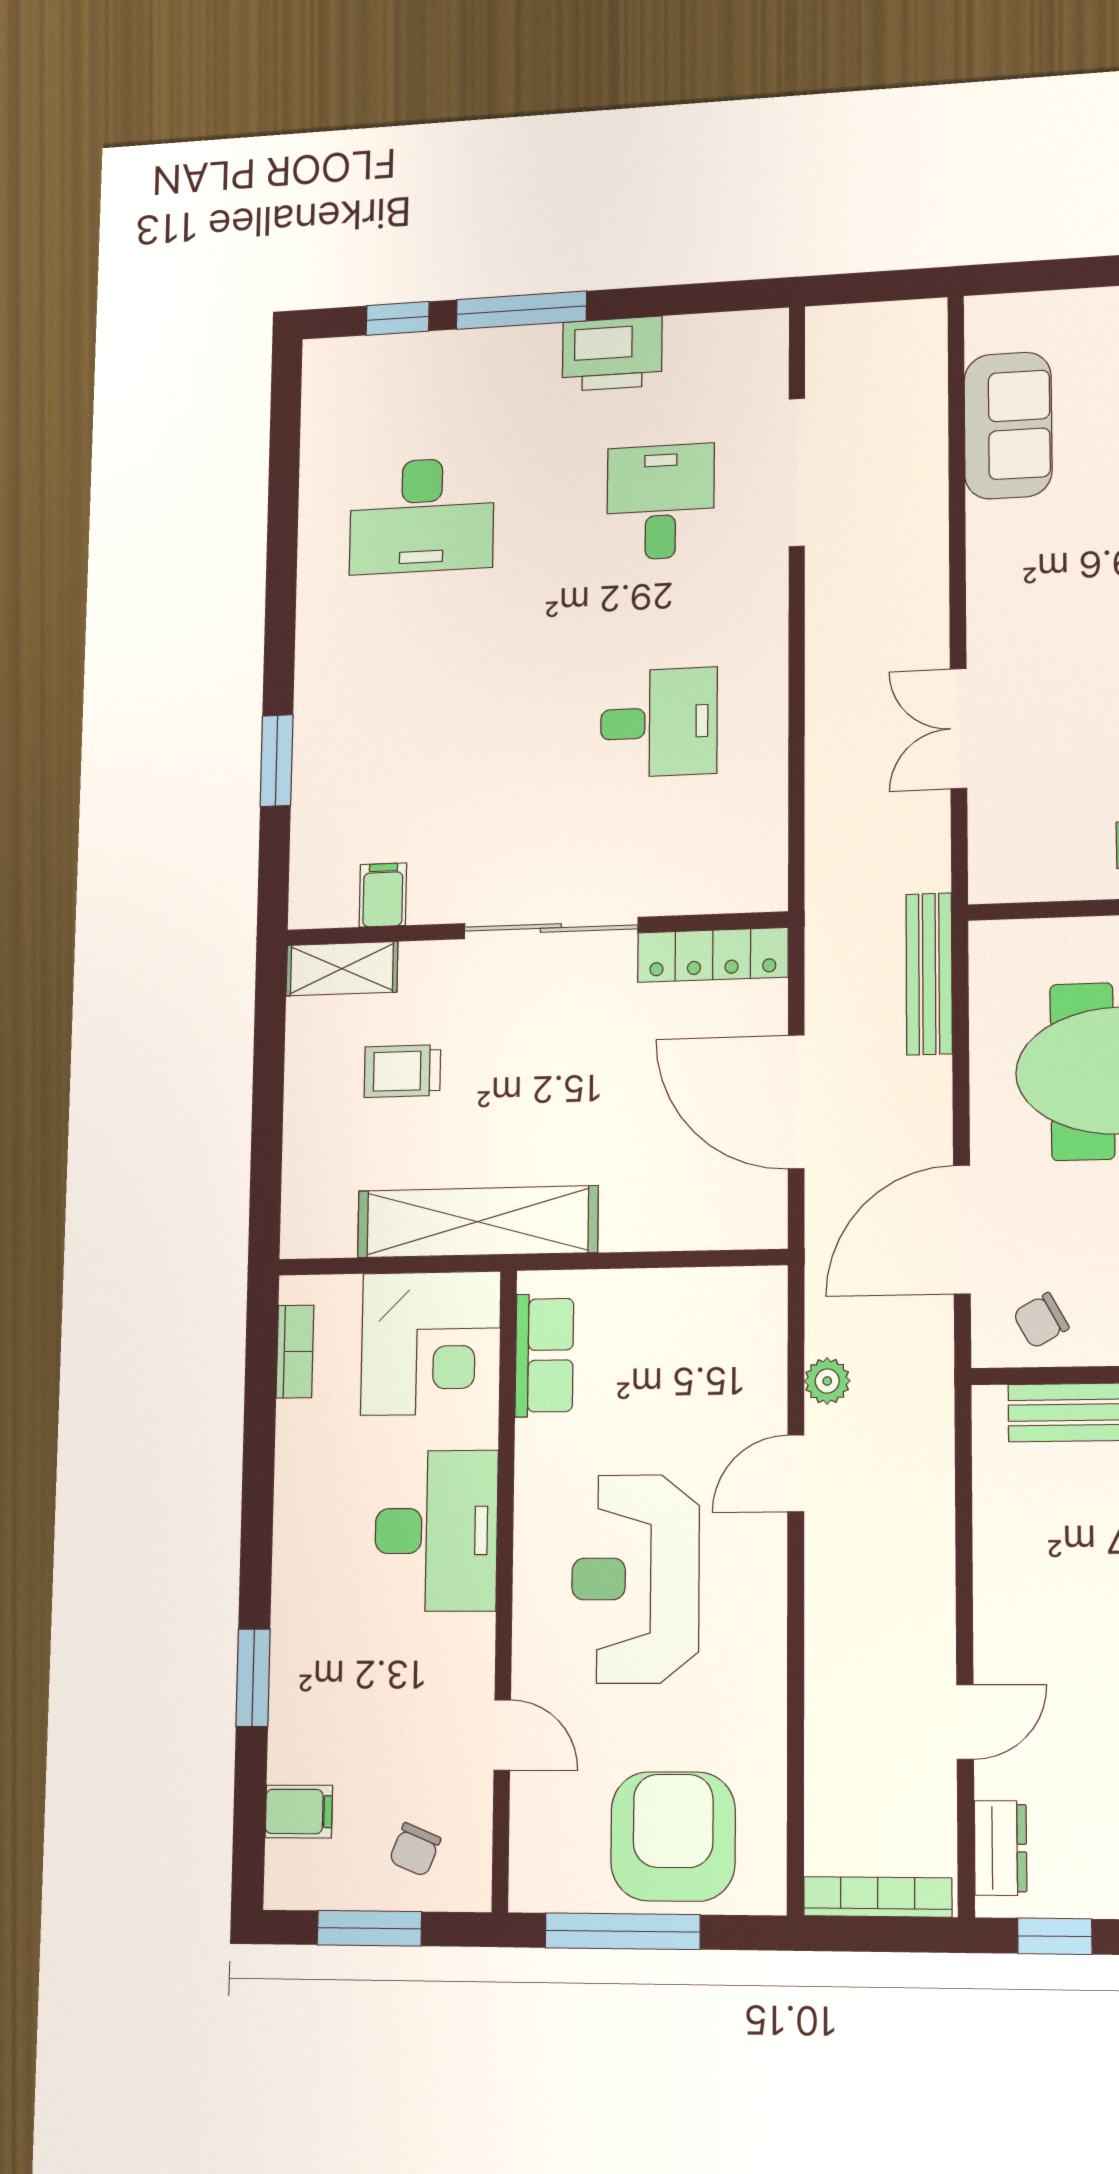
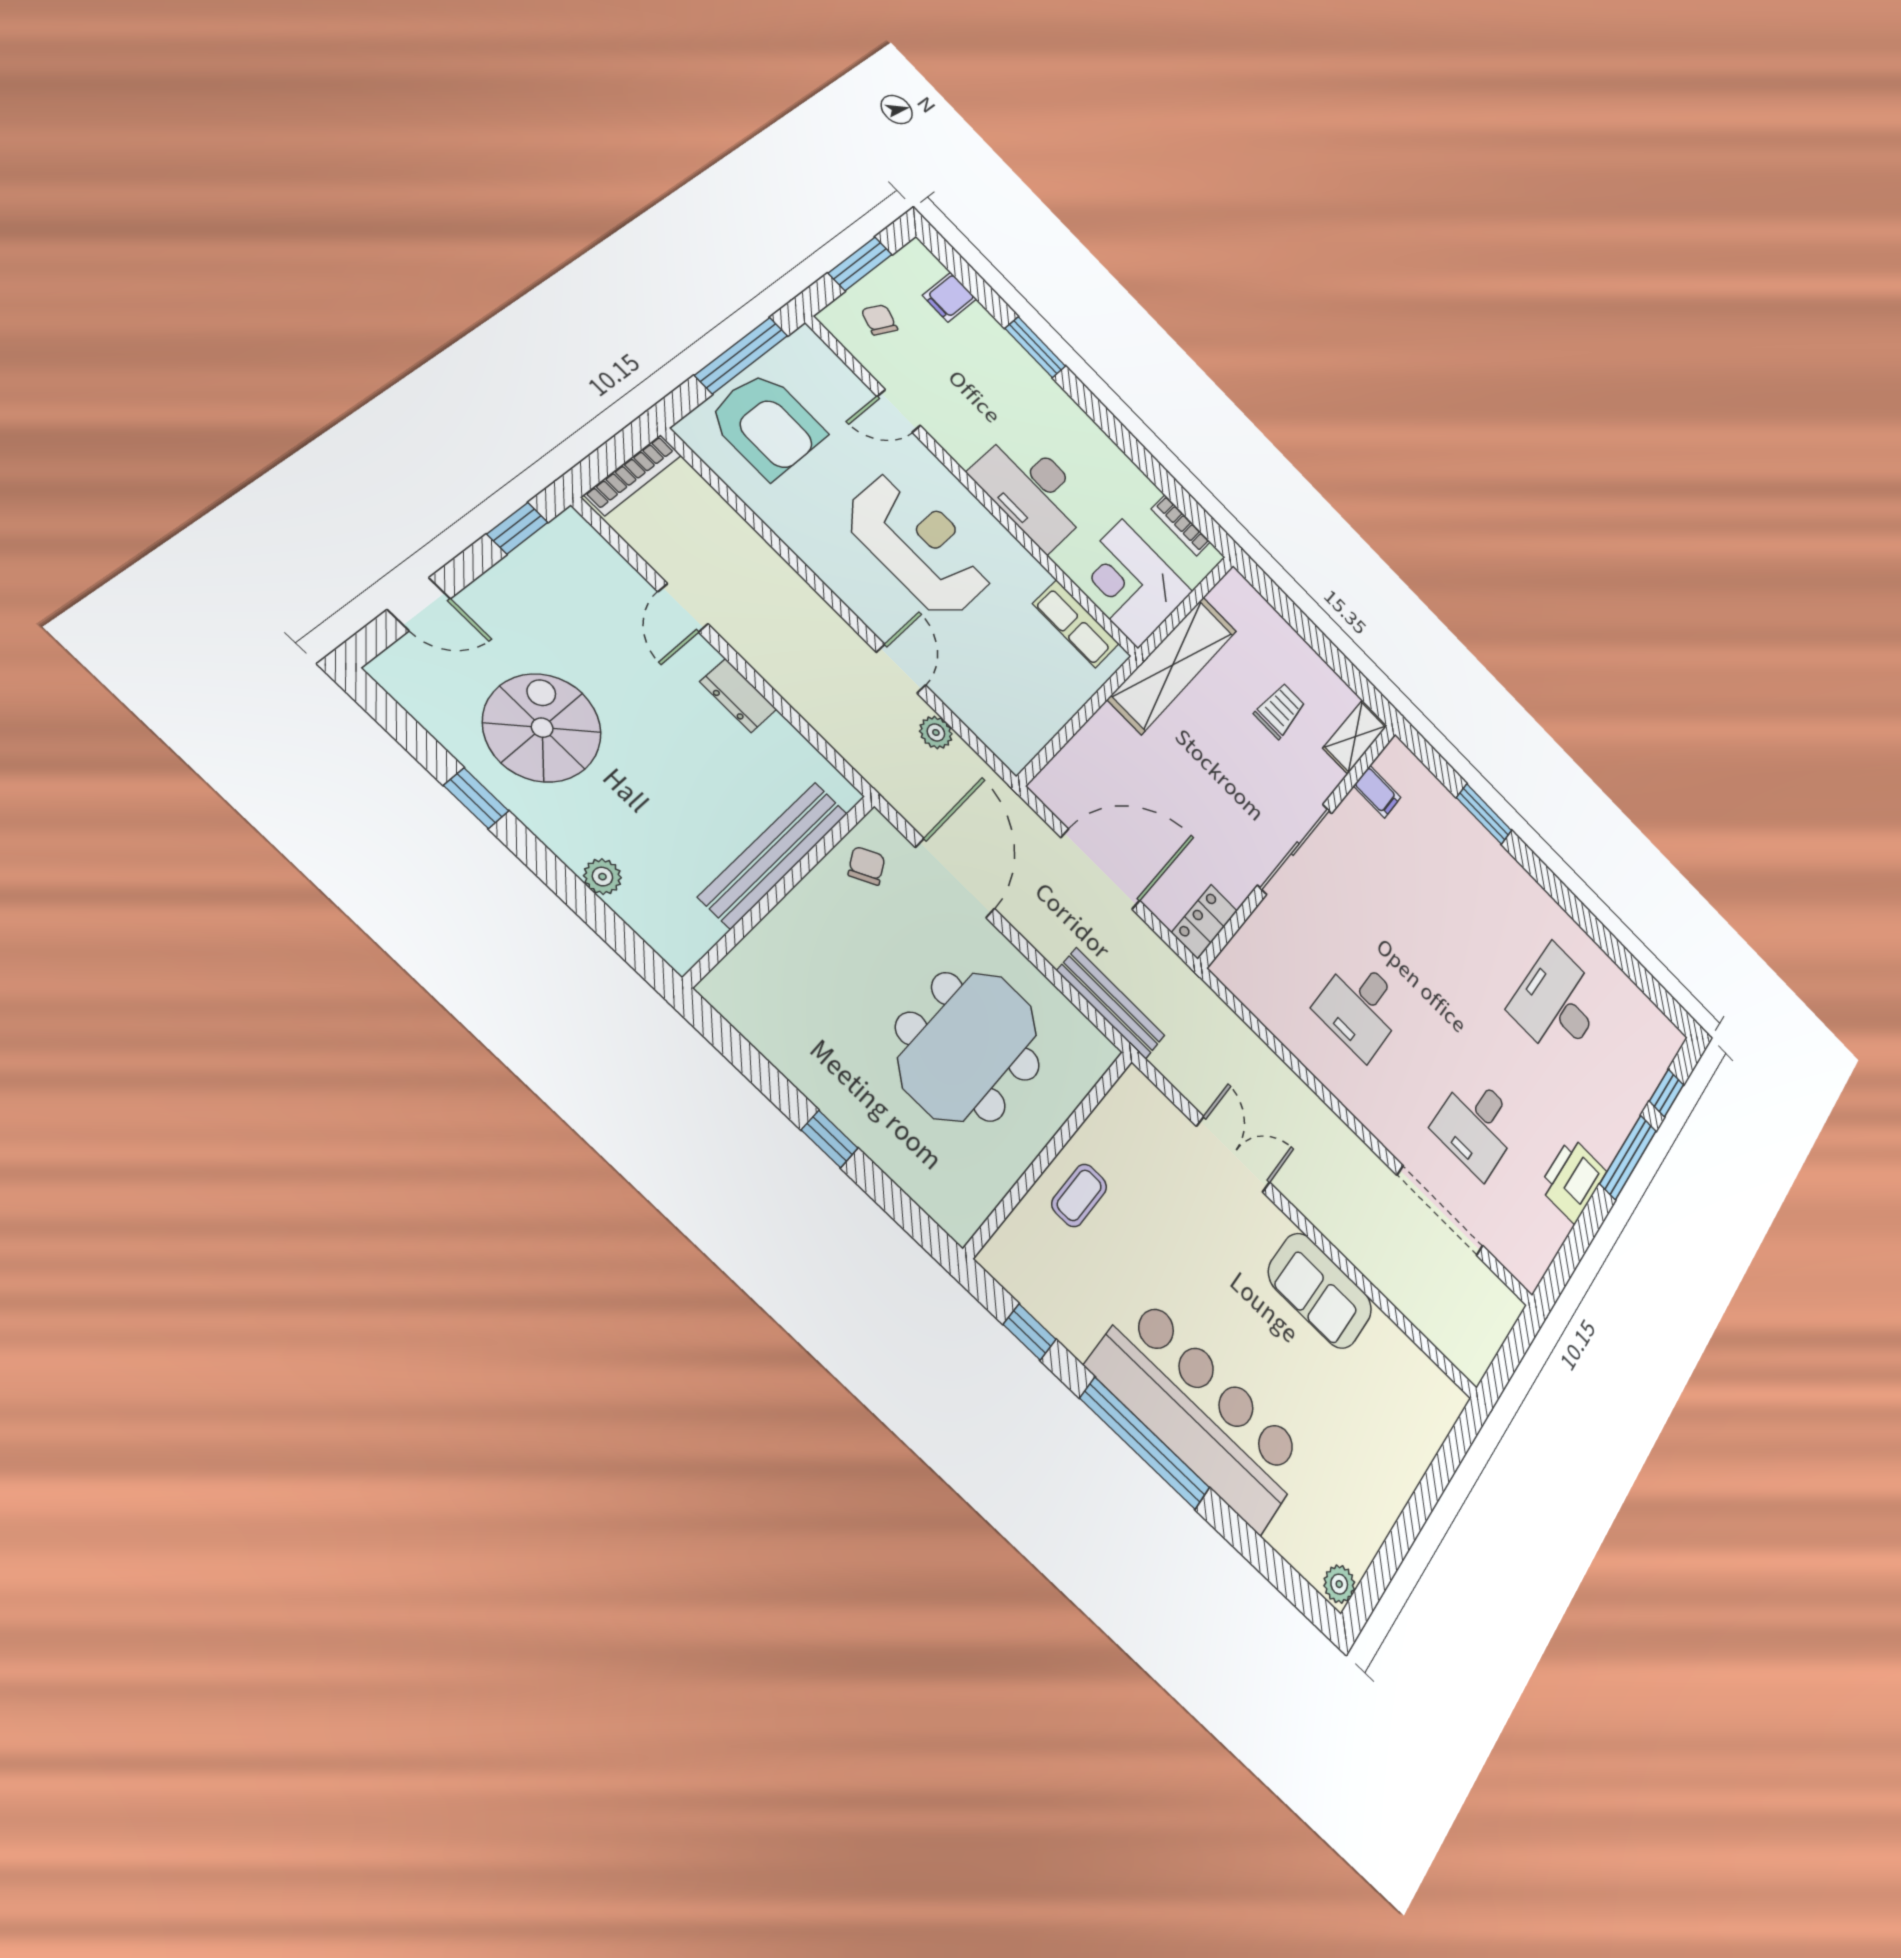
sofa: (1008, 425) -> (1320, 1291), moved
desk: (661, 502) -> (1477, 1125), turned 90
locker: (713, 955) -> (1204, 922), width x0.66
dresser: (1001, 1848) -> (738, 695), moved

